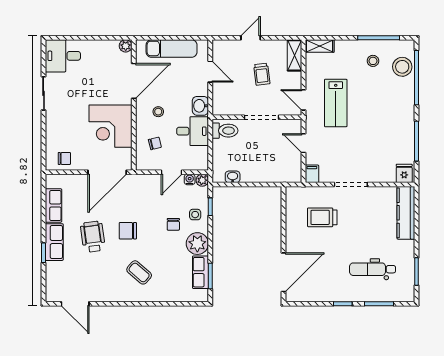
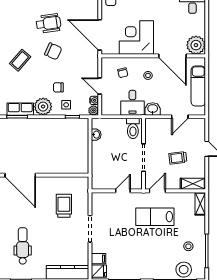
plant: (126, 46) -> (196, 45), width x1.88, depth x1.88
filing cabinet: (312, 174) -> (99, 259), moved
chair: (128, 231) -> (53, 51), turned 114

